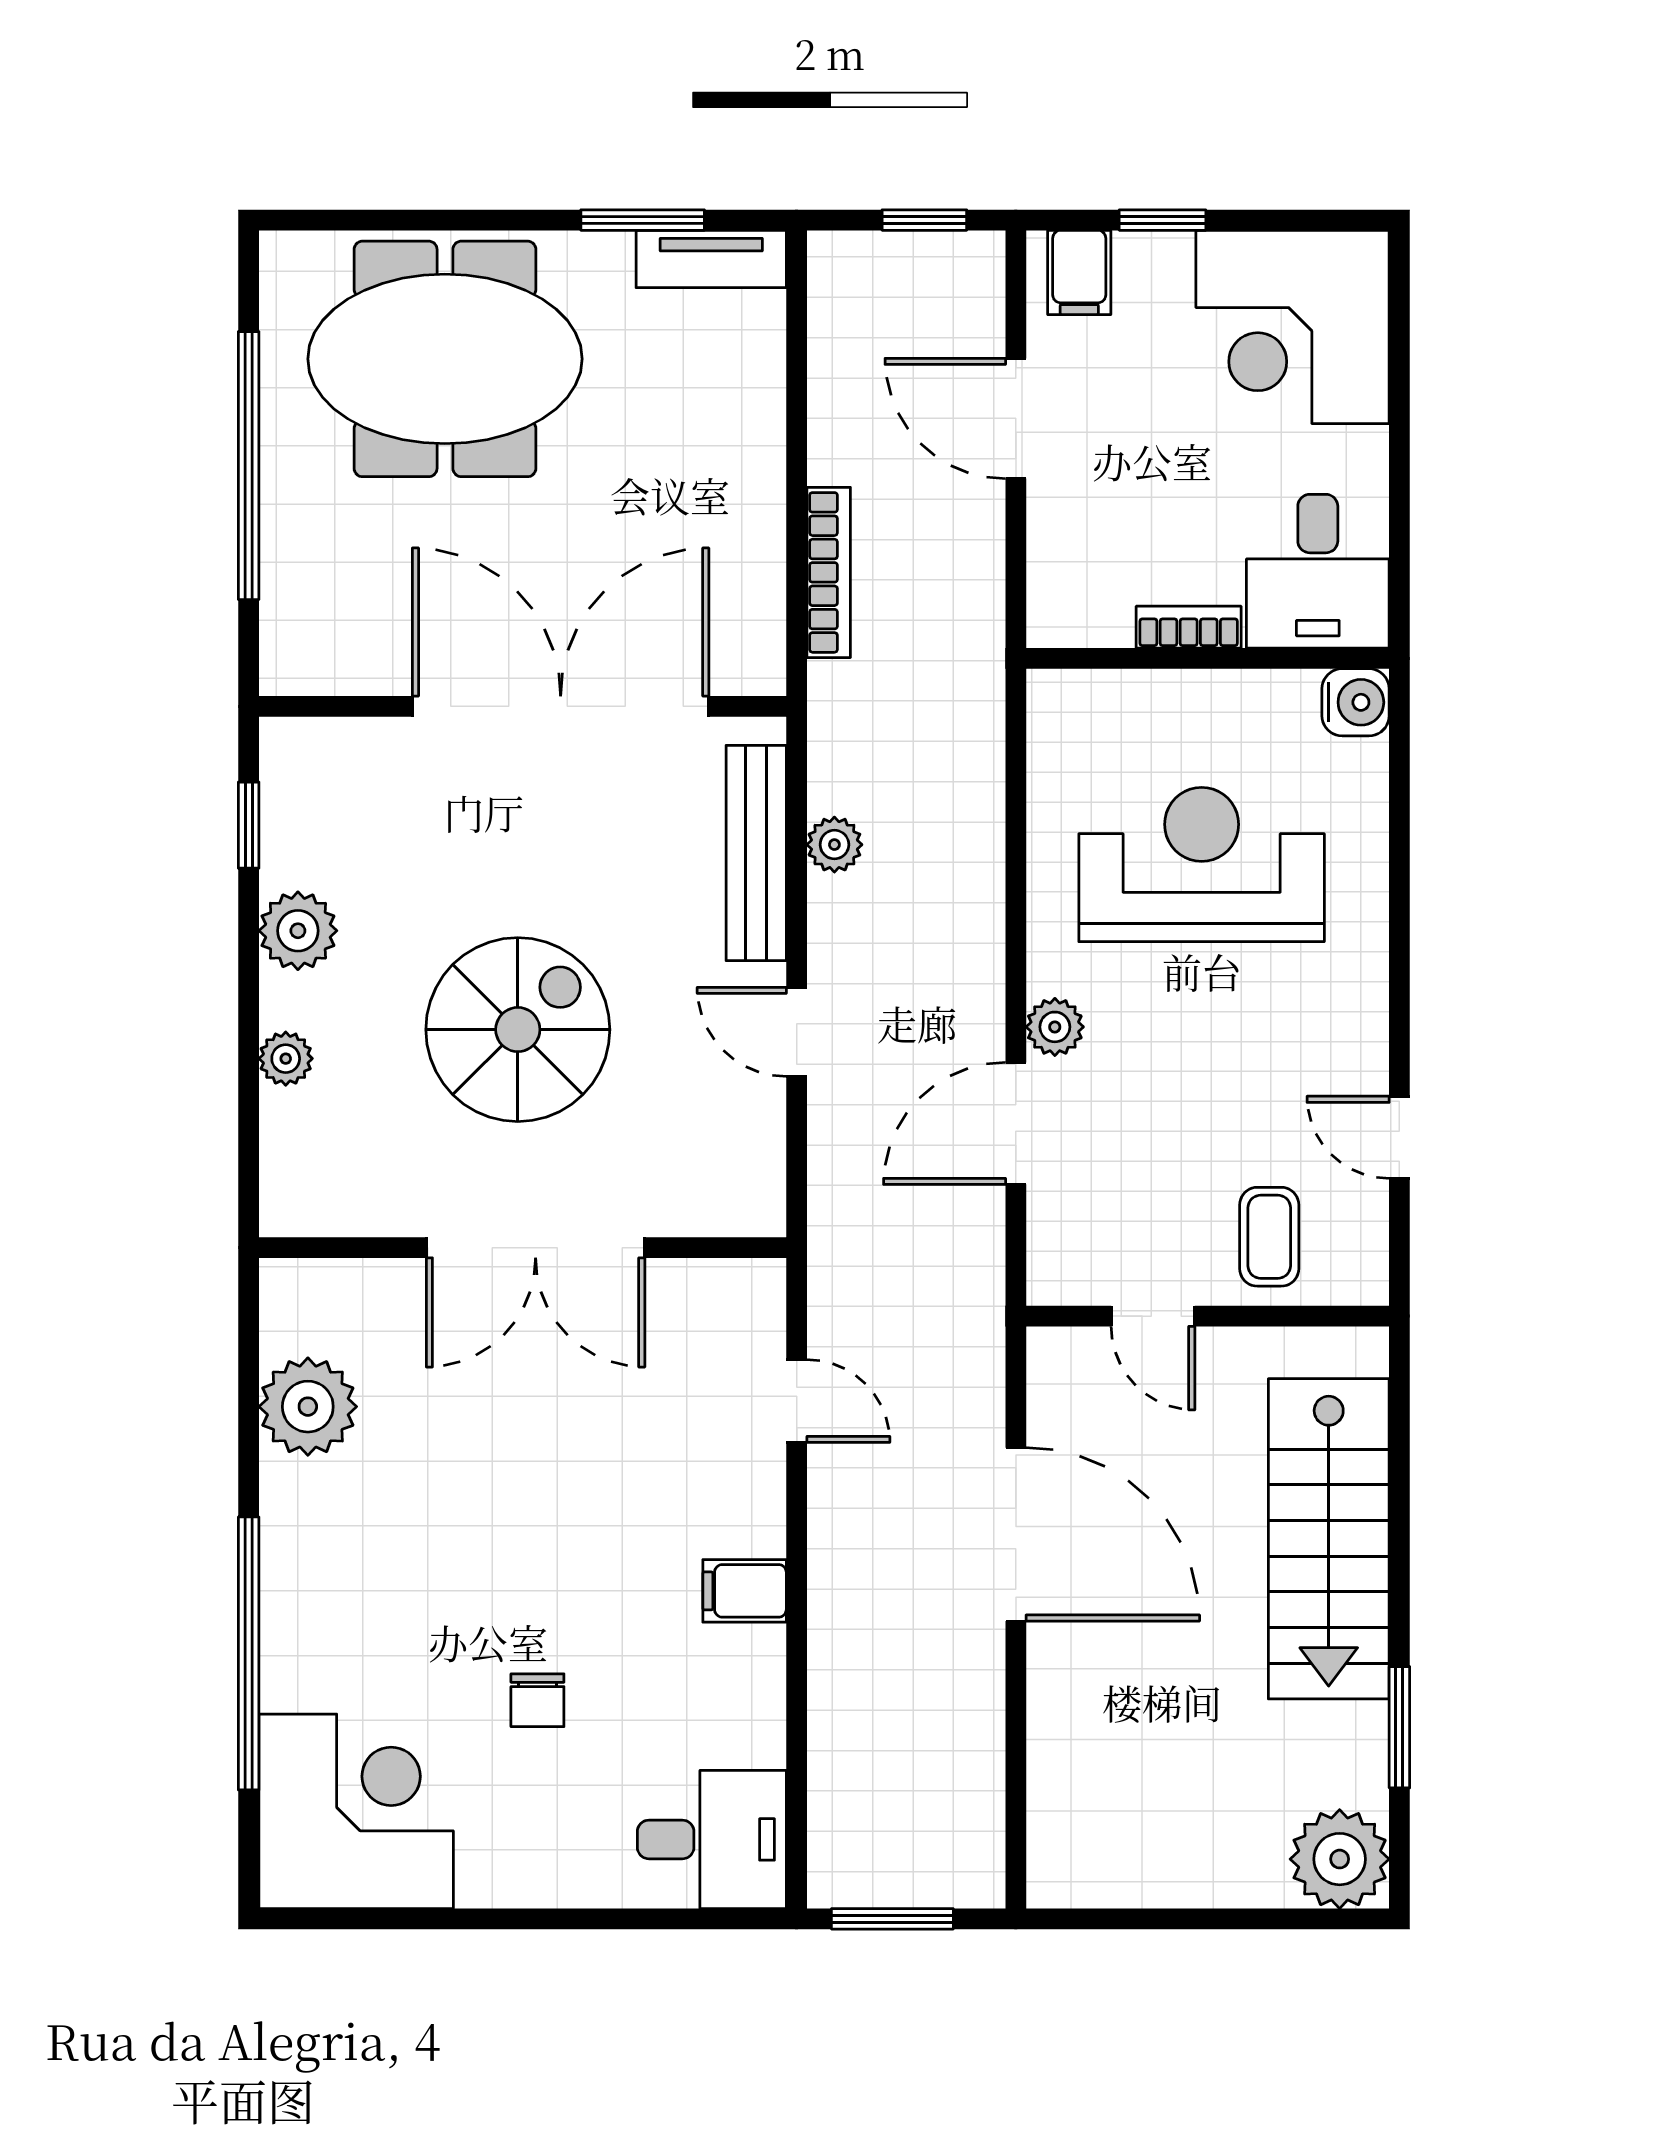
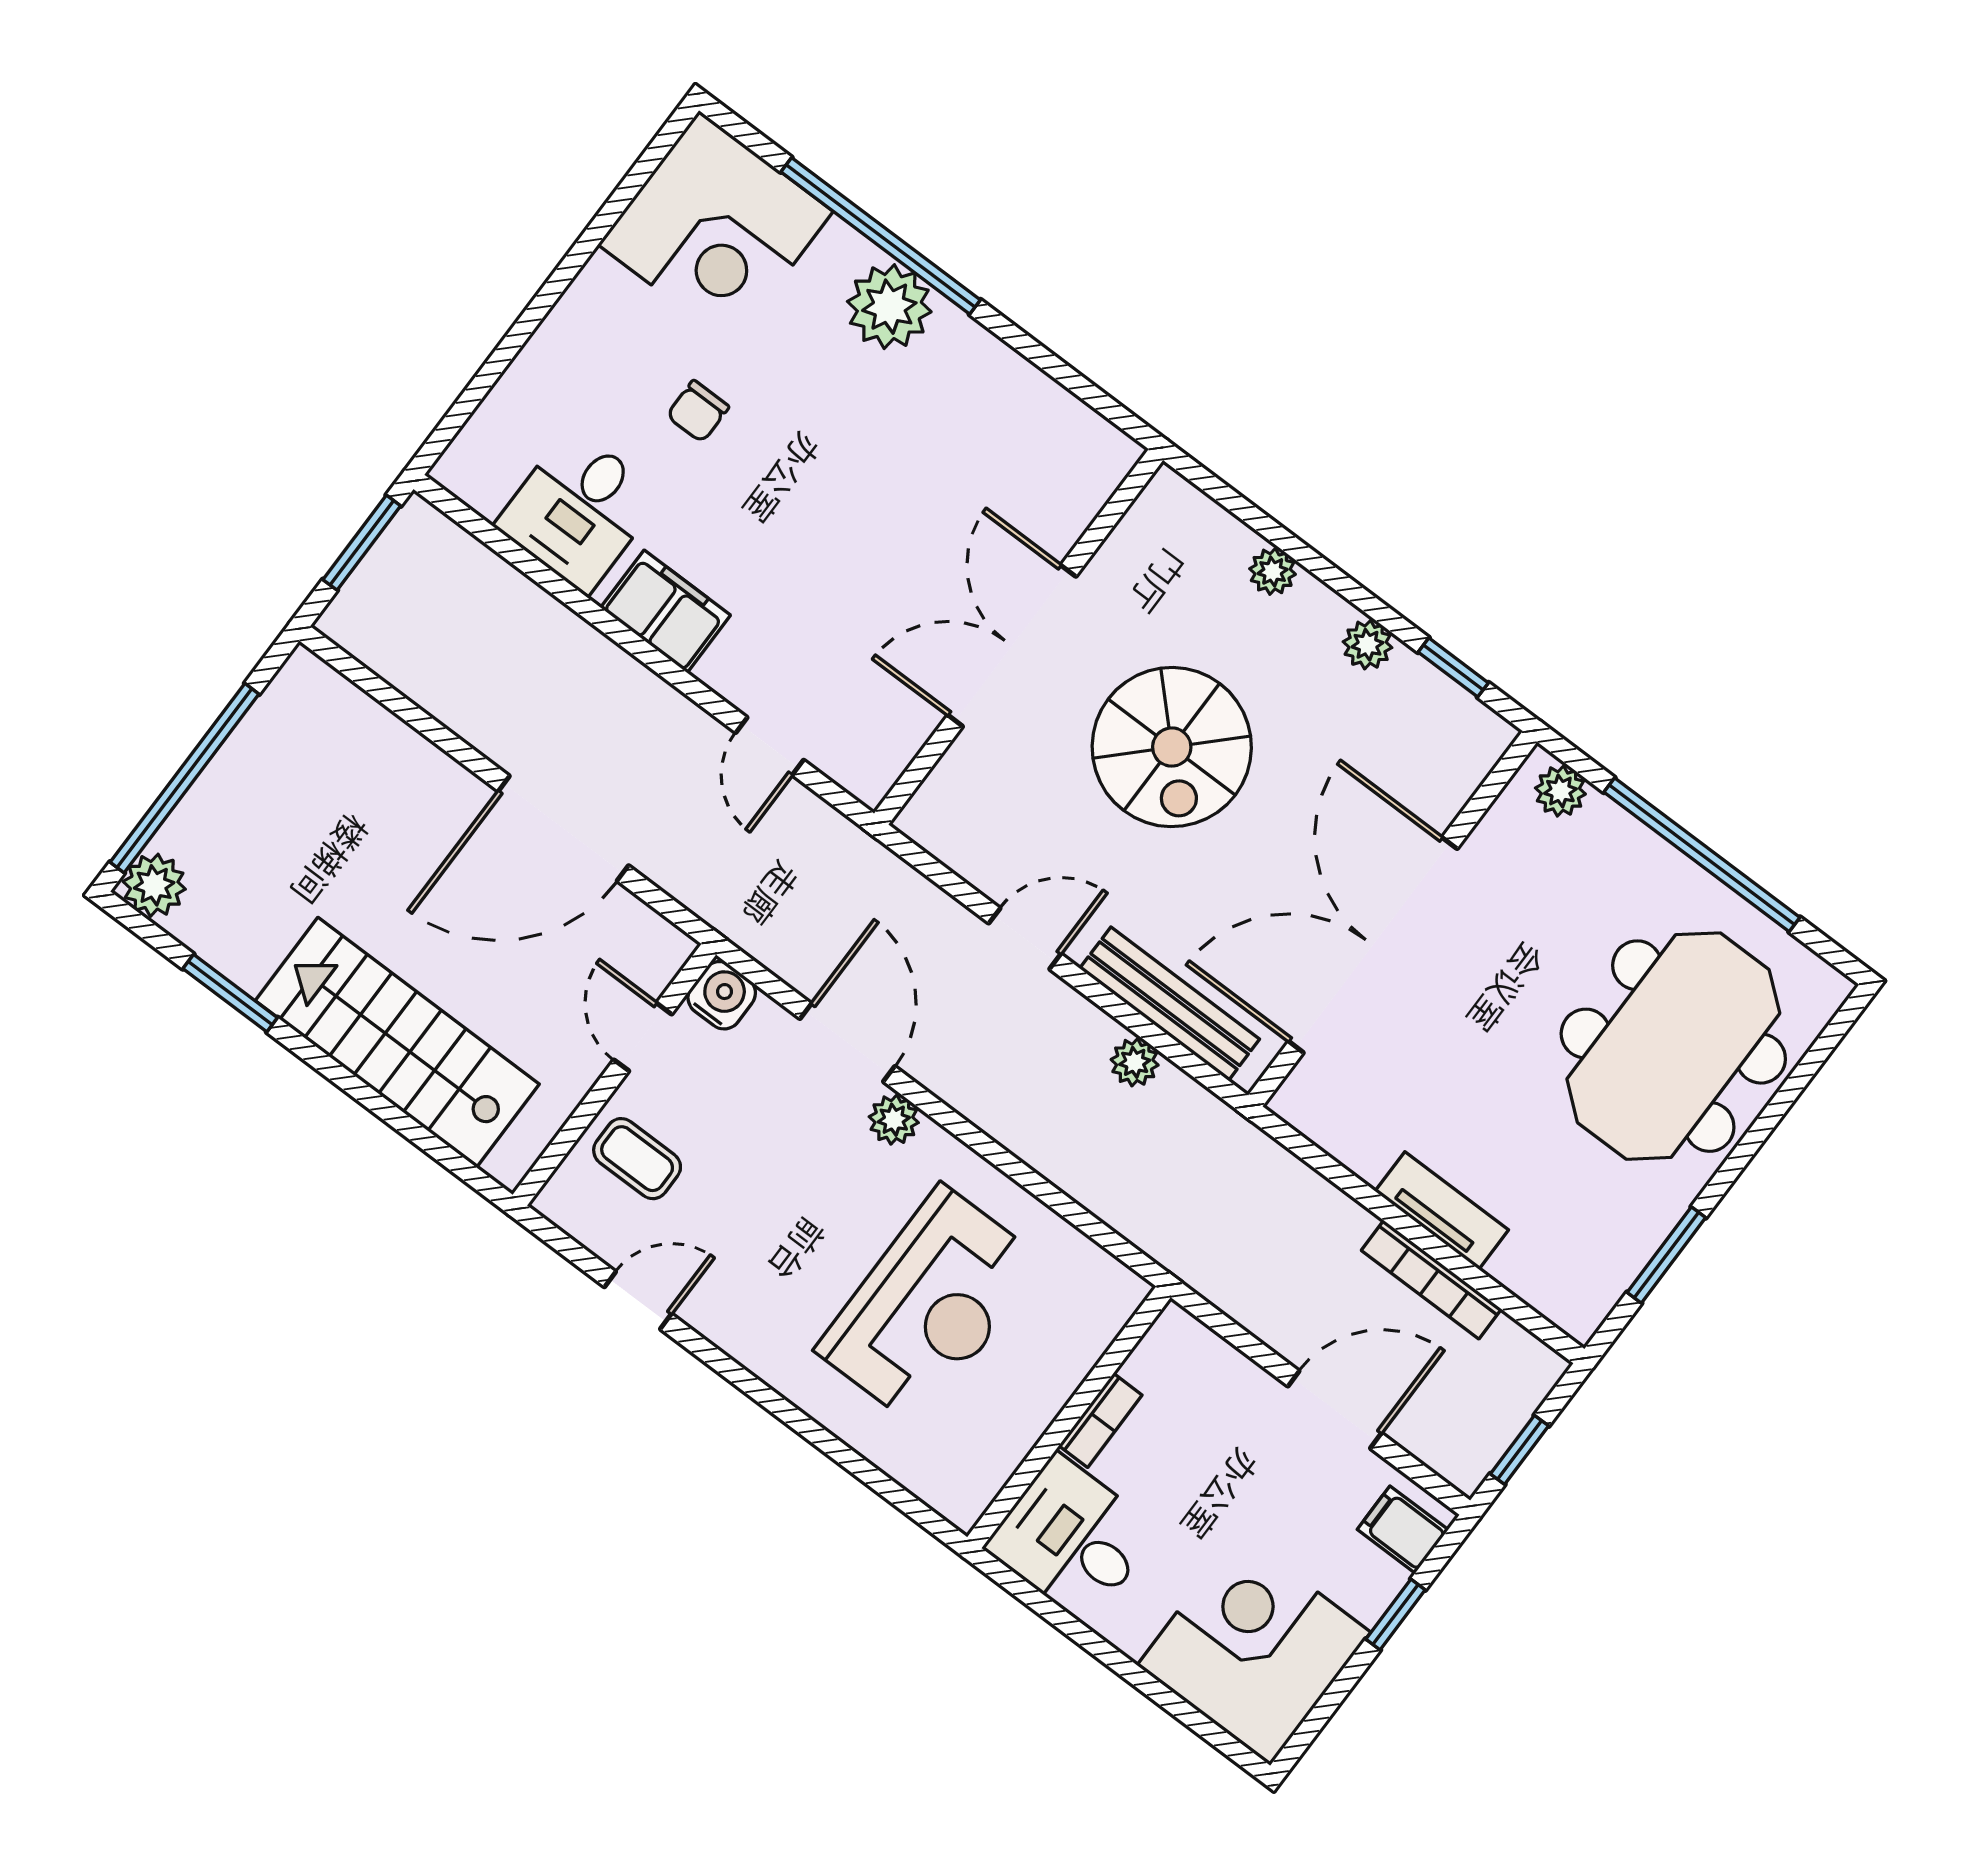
tv unit: (711, 259) -> (1442, 1211), moved, turned 90
bookcase: (829, 572) -> (1431, 1280), moved
plant: (288, 640) -> (1560, 791), added
water cooler: (1356, 702) -> (722, 995), moved, turned 180
double door: (561, 706) -> (1373, 945), swing flipped
plant: (298, 931) -> (1368, 645), width x0.73, depth x0.73
door: (1153, 1316) -> (643, 1037), hinge flipped
door: (797, 1401) -> (770, 746), hinge flipped
plant: (308, 1407) -> (889, 307), moved
filing cabinet: (745, 1591) -> (666, 611), width x2.00
chair: (537, 1700) -> (698, 411), turned -90
desk: (712, 1839) -> (579, 510), moved
plant: (1340, 1859) -> (154, 885), width x0.73, depth x0.73
window: (1233, 1919) -> (184, 778), added

